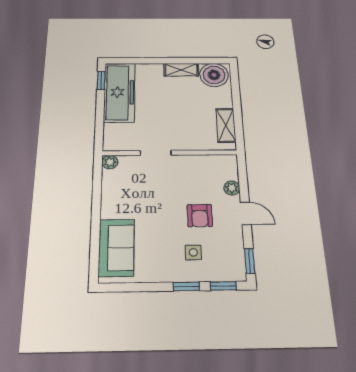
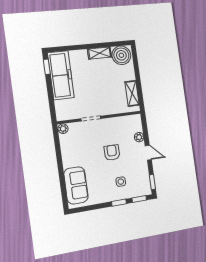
armchair: (200, 216) -> (112, 153), moved, turned 180

